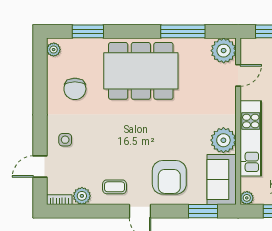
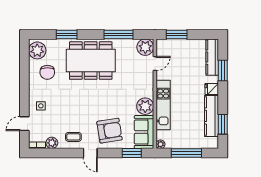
window: (88, 31) -> (67, 35), moved
plant: (54, 50) -> (37, 50), width x1.87, depth x1.87
armchair: (169, 177) -> (109, 131), turned -99

